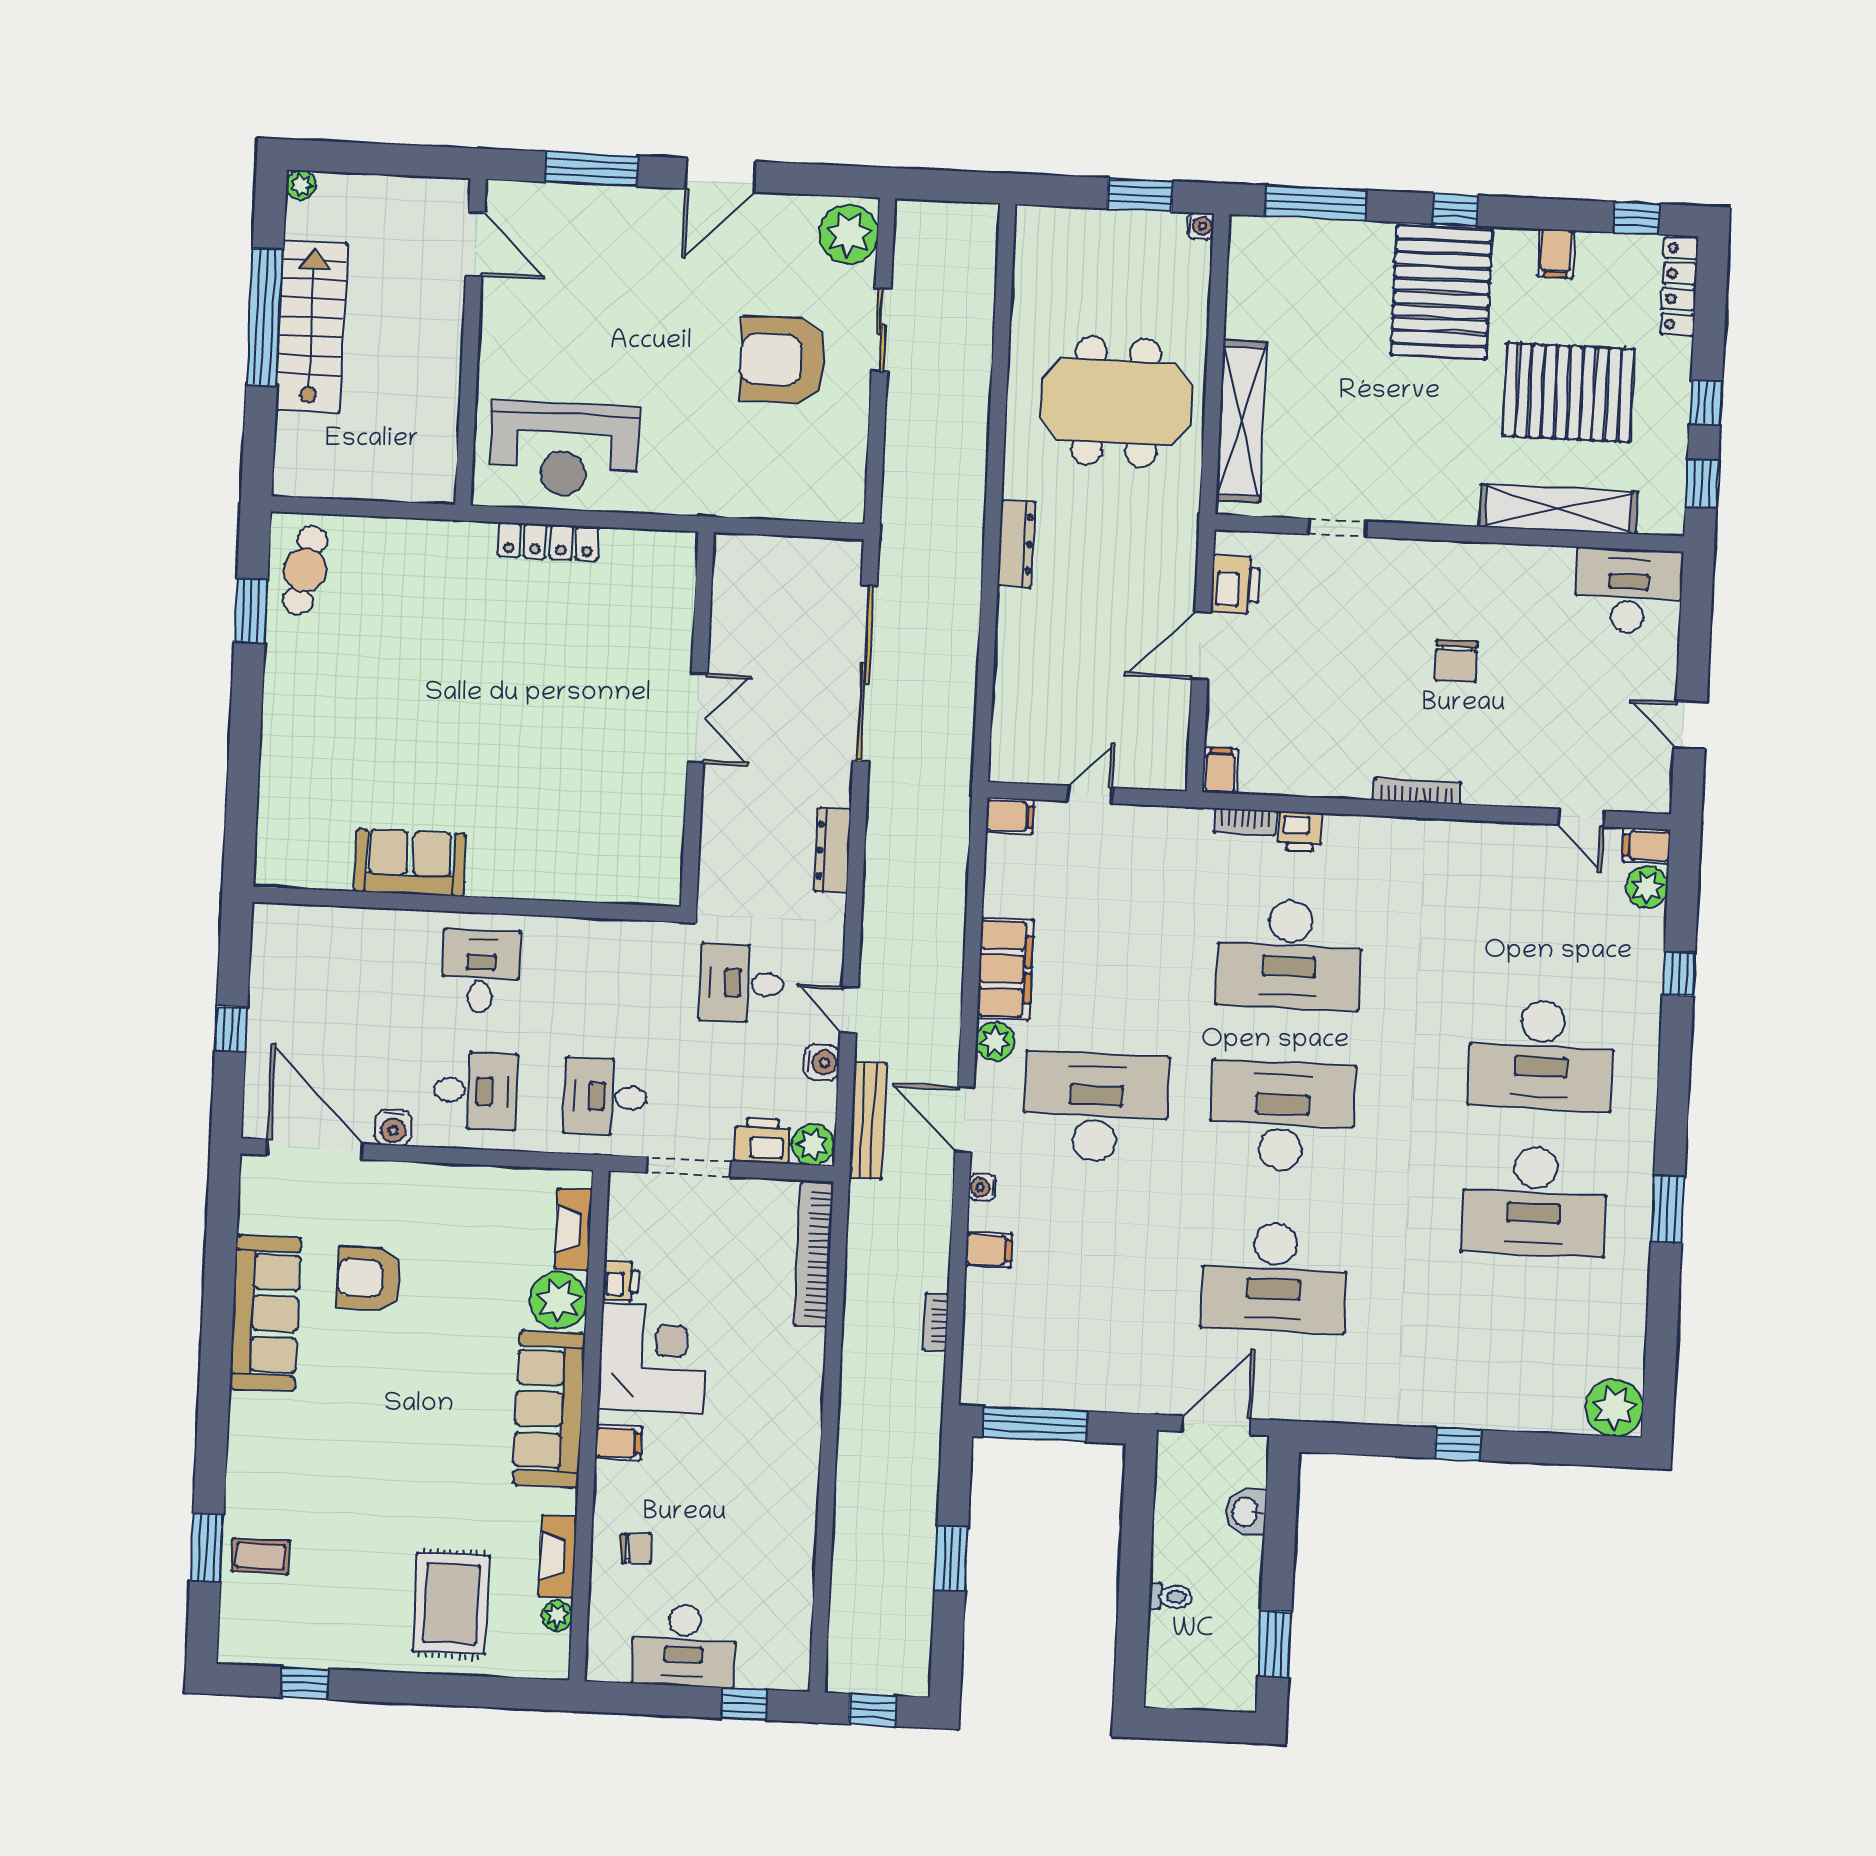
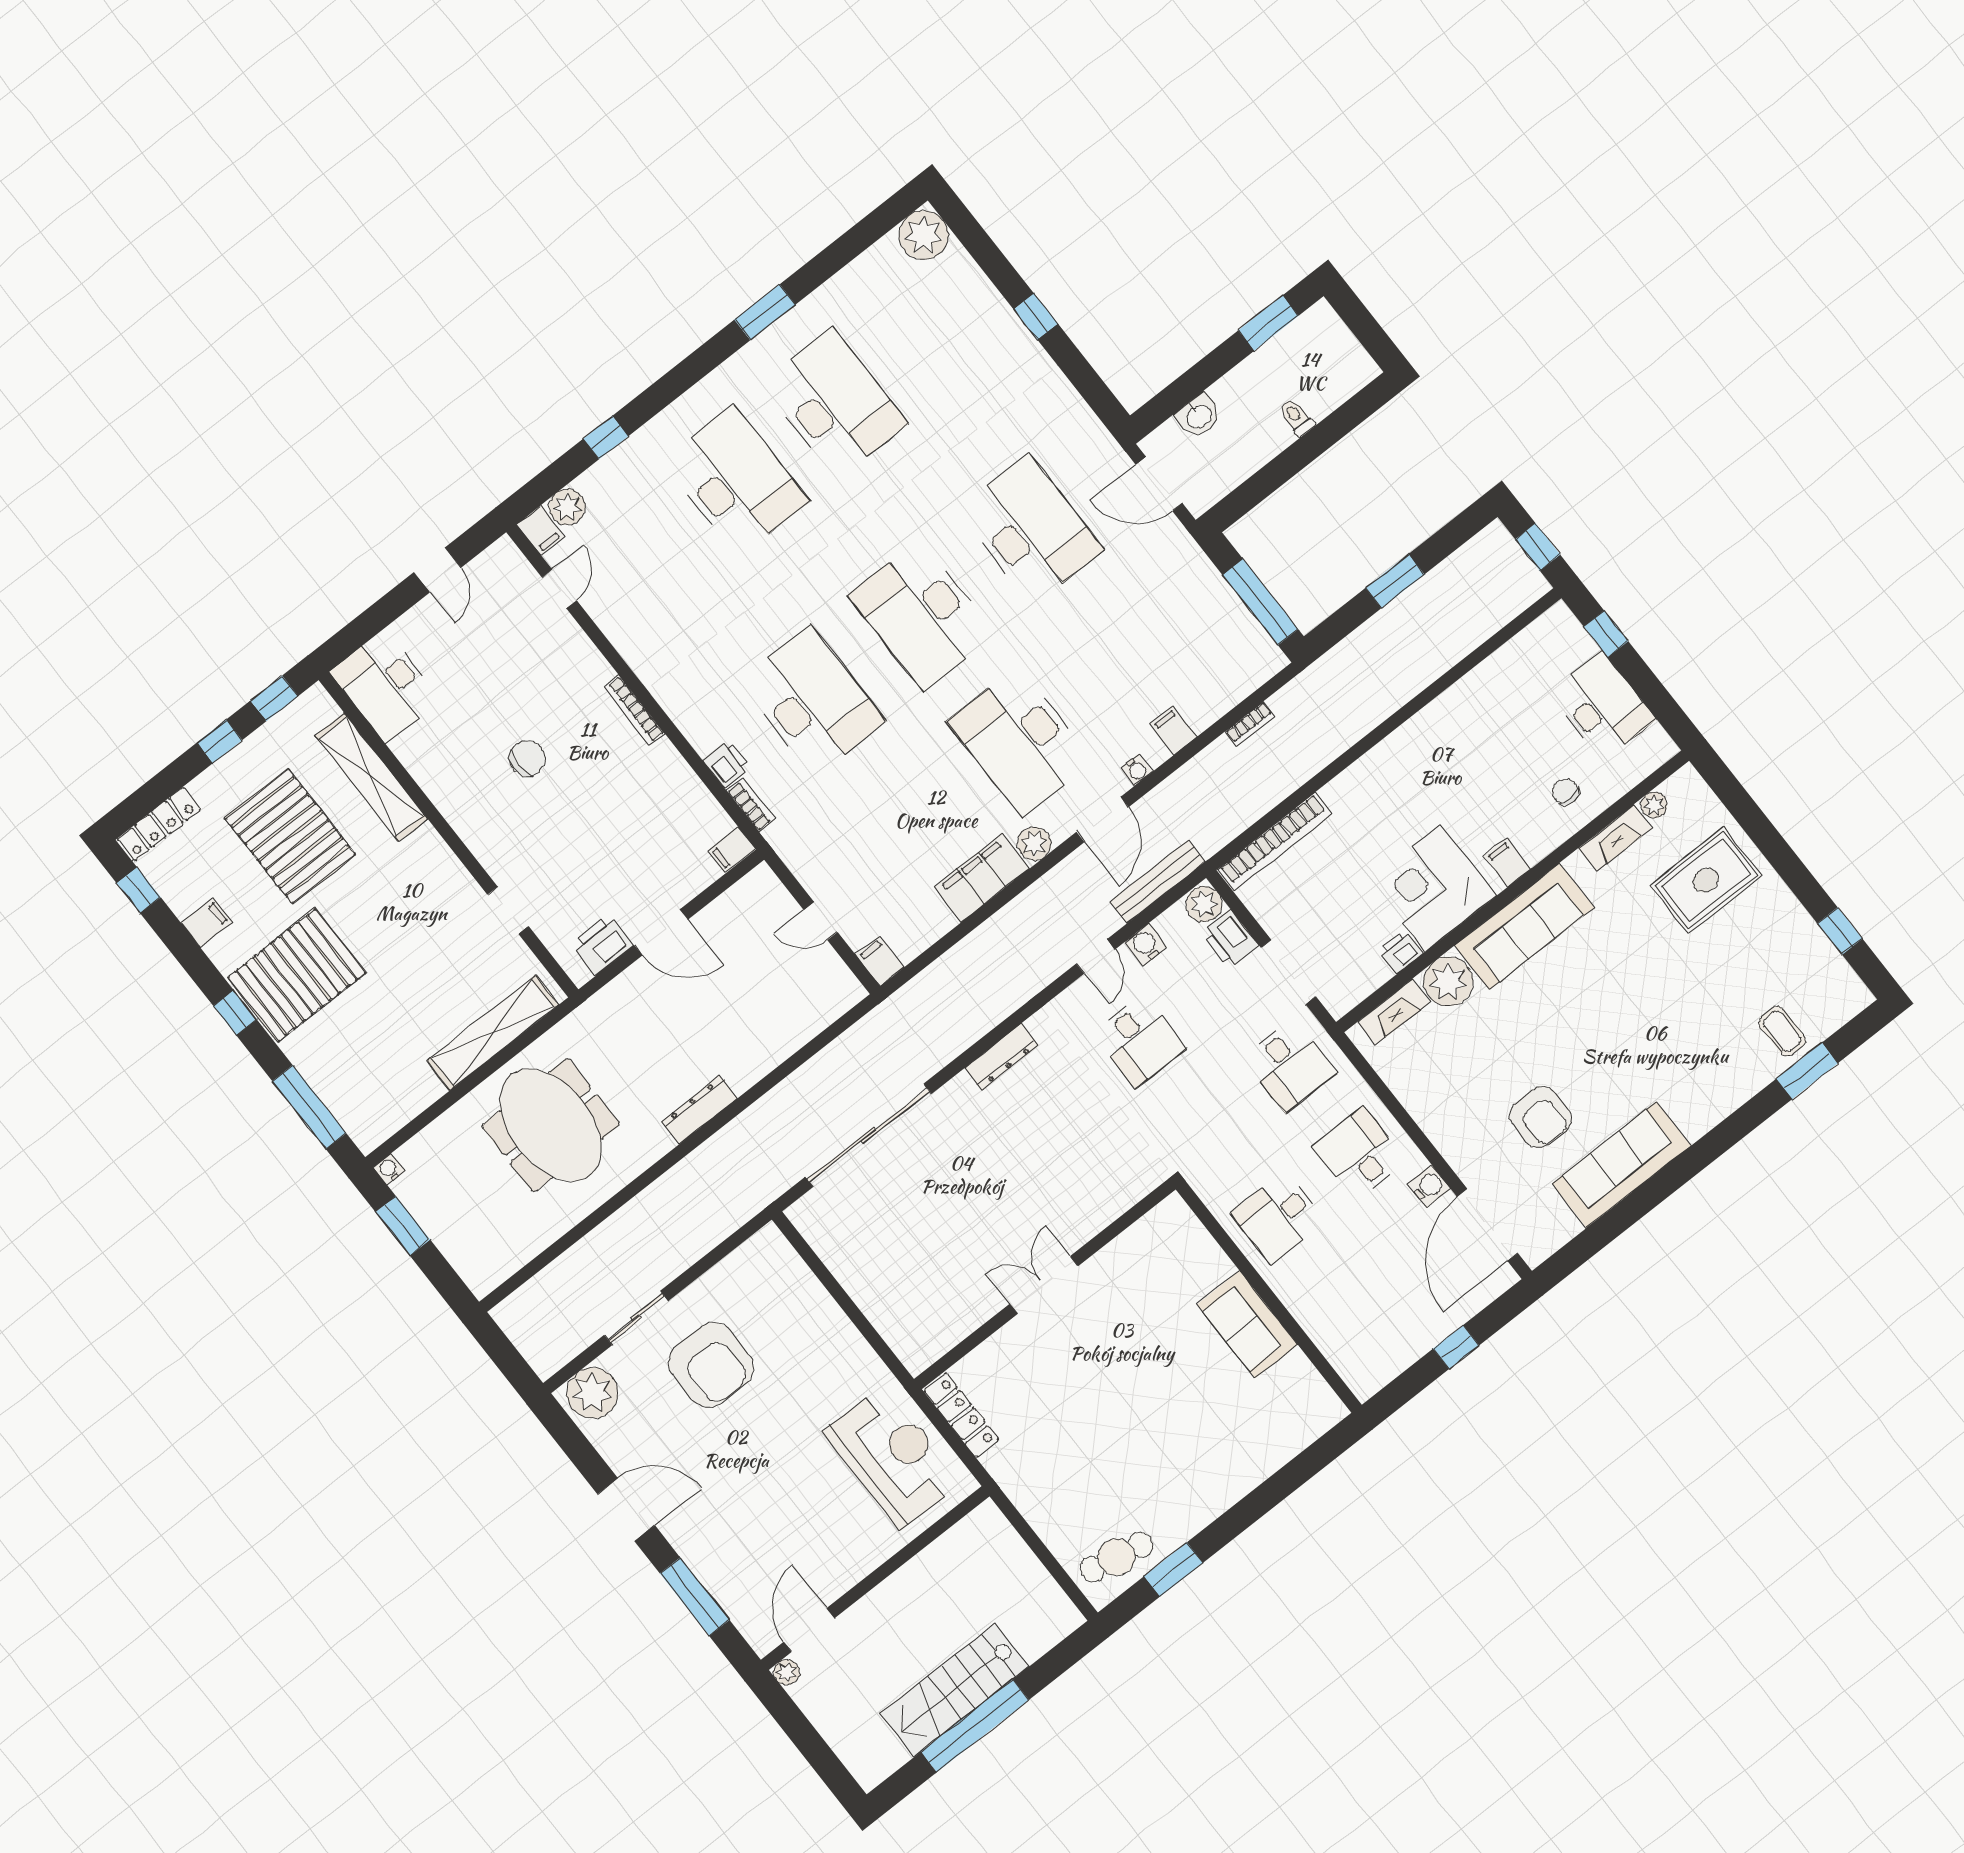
plant: (301, 185) -> (787, 1672), moved
double door: (697, 718) -> (1044, 1285), moved
wall: (697, 720) -> (1045, 1284), moved

